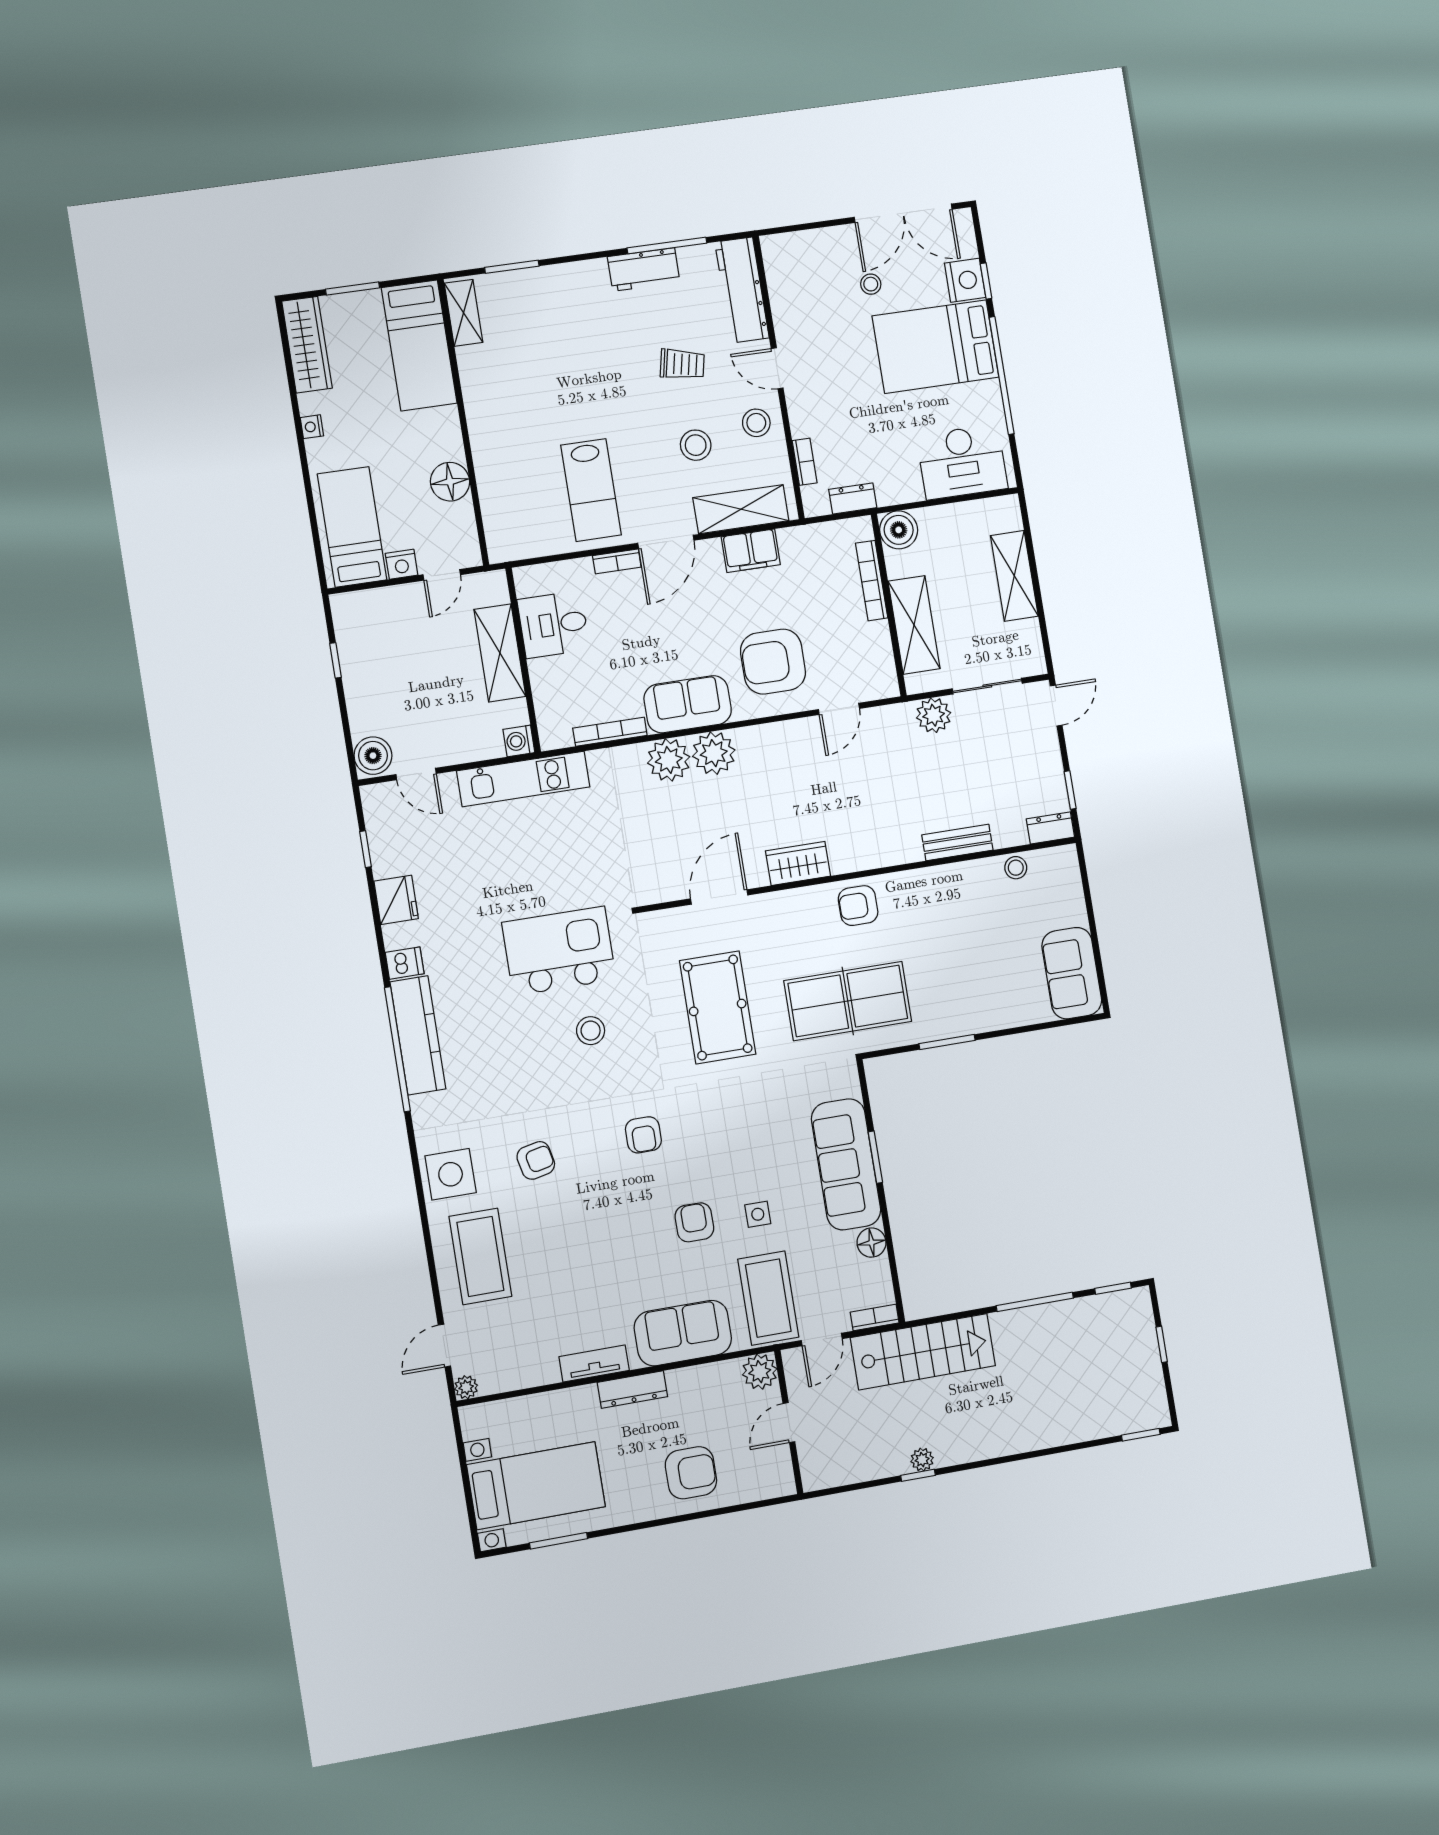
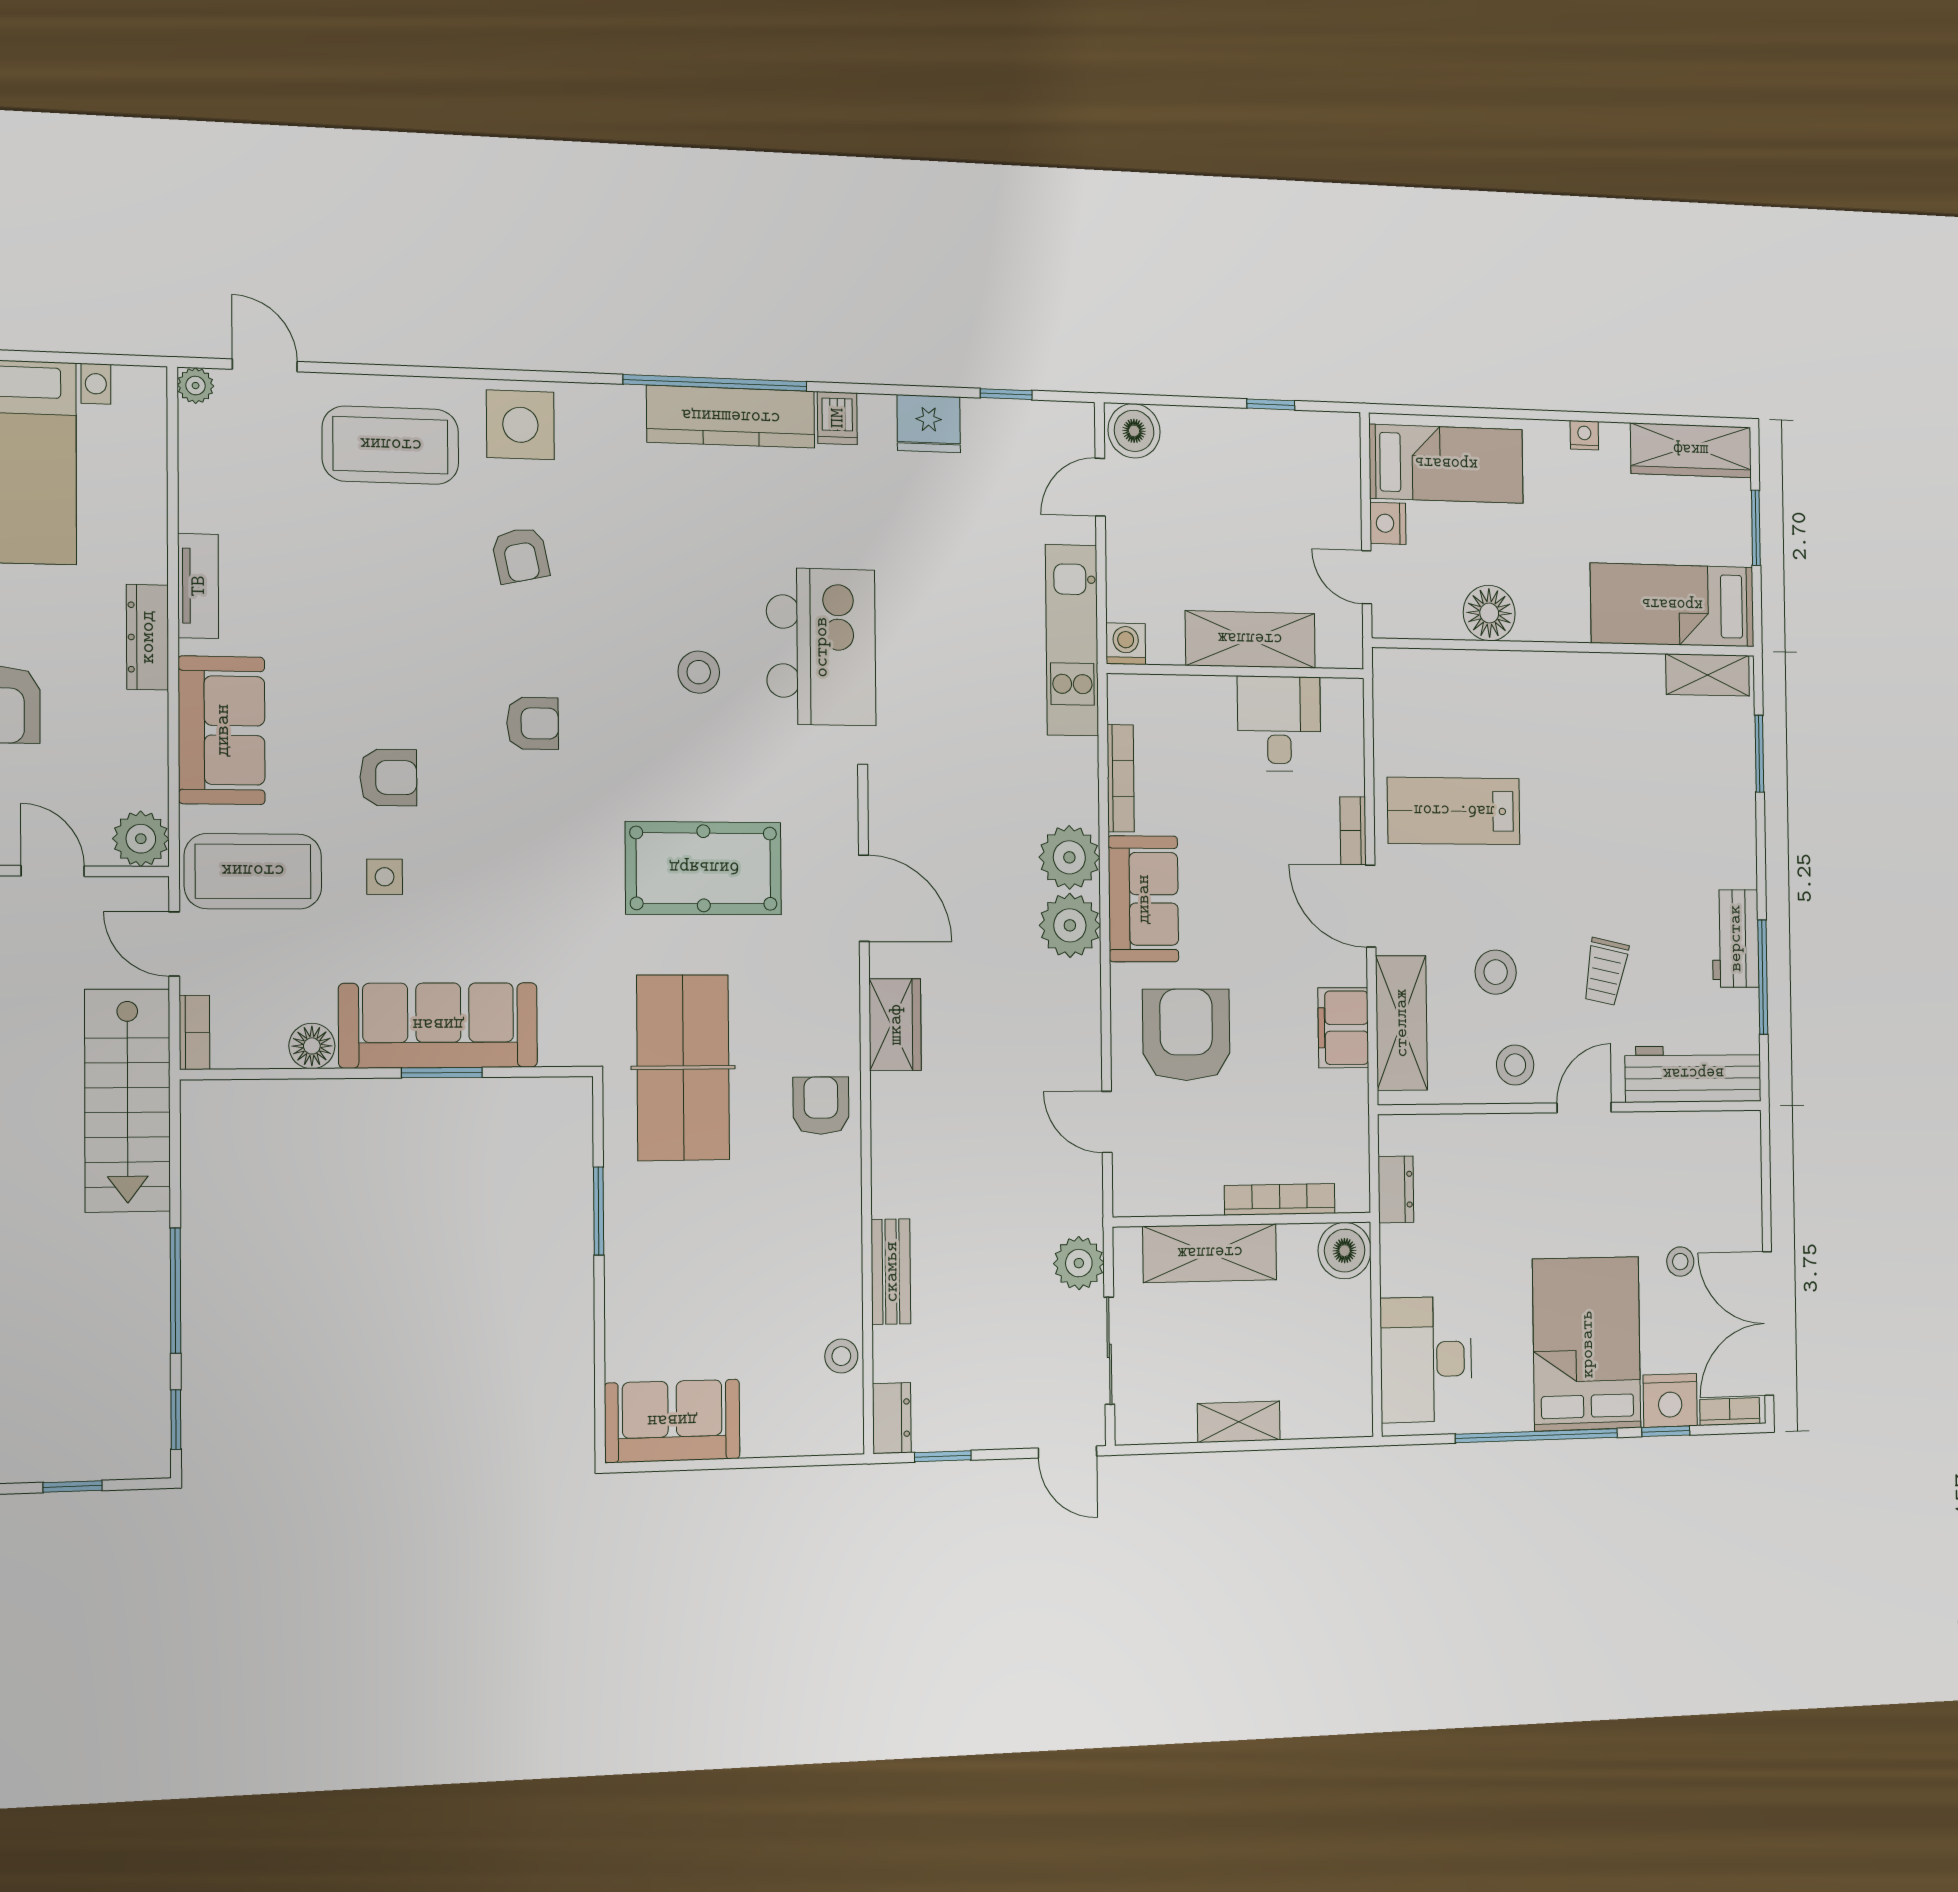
bookcase: (805, 462) -> (1730, 1411), moved, turned 180
shelving: (1014, 576) -> (1239, 1422), width x0.67, depth x0.75
armchair: (643, 1135) -> (533, 723), turned 180

